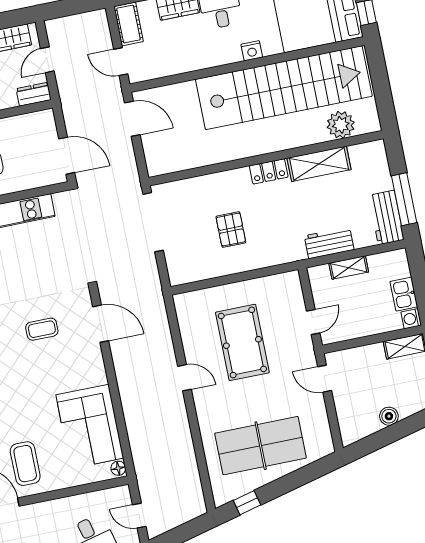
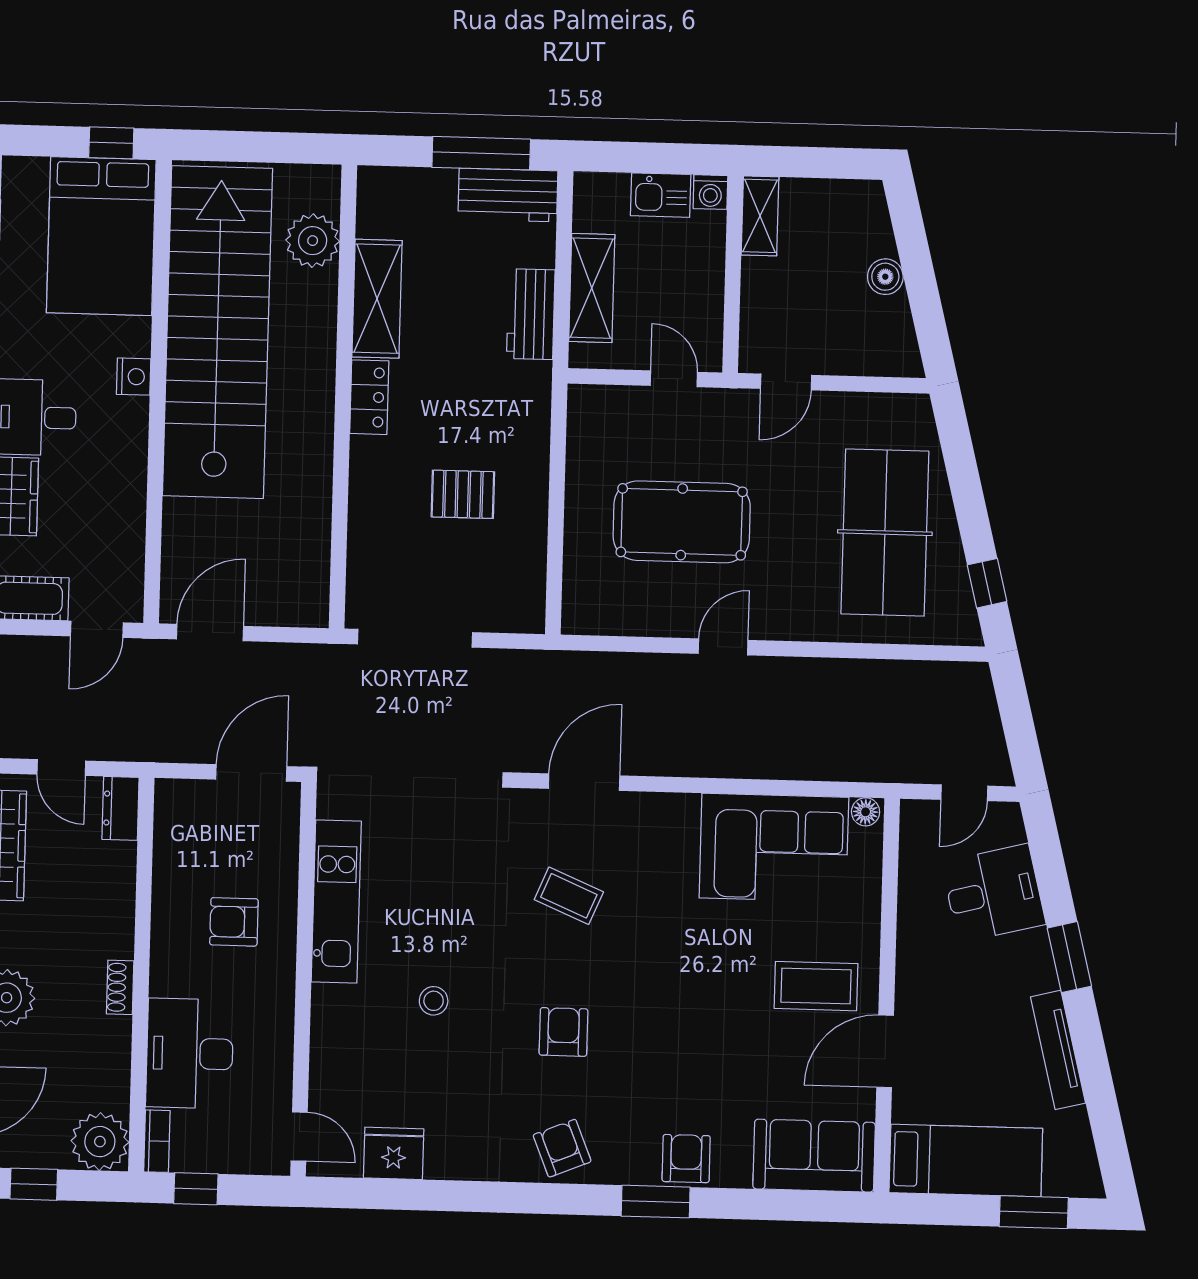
shelving: (349, 268) -> (592, 288), width x1.50, depth x1.33
coffee table: (42, 329) -> (569, 896), turned -67

